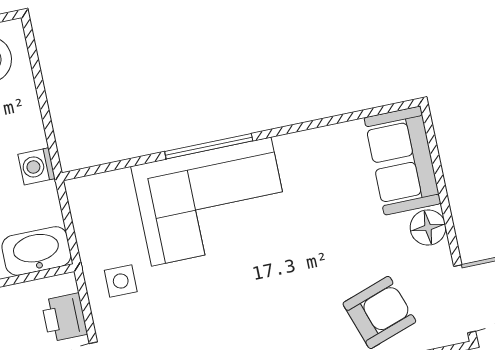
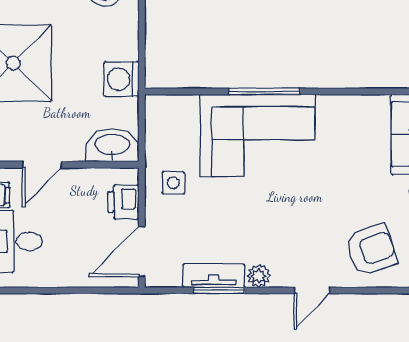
washing machine: (37, 166) -> (121, 79), width x1.38, depth x1.38

